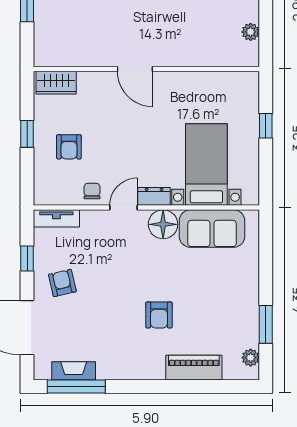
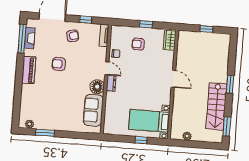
door: (135, 69) -> (173, 79), swing flipped
bed with nightstands: (206, 165) -> (149, 121), moved, turned 180
armchair: (159, 315) -> (59, 64), moved
piano: (194, 368) -> (29, 70), moved

